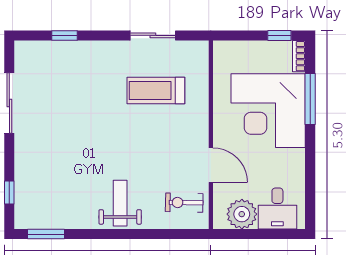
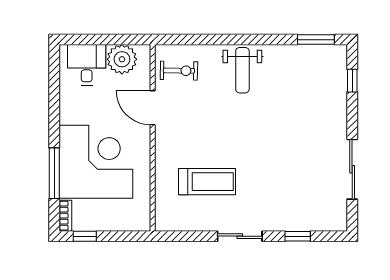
sliding door: (153, 35) -> (240, 236), moved

